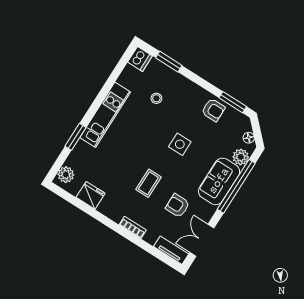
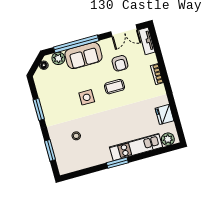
dishwasher: (140, 59) -> (65, 167), removed
window: (233, 102) -> (39, 109), moved
armchair: (213, 110) -> (50, 100), removed
kitchen unit: (105, 115) -> (136, 147), moved
window: (76, 137) -> (117, 163), moved
coffee table: (148, 183) -> (114, 87), moved

